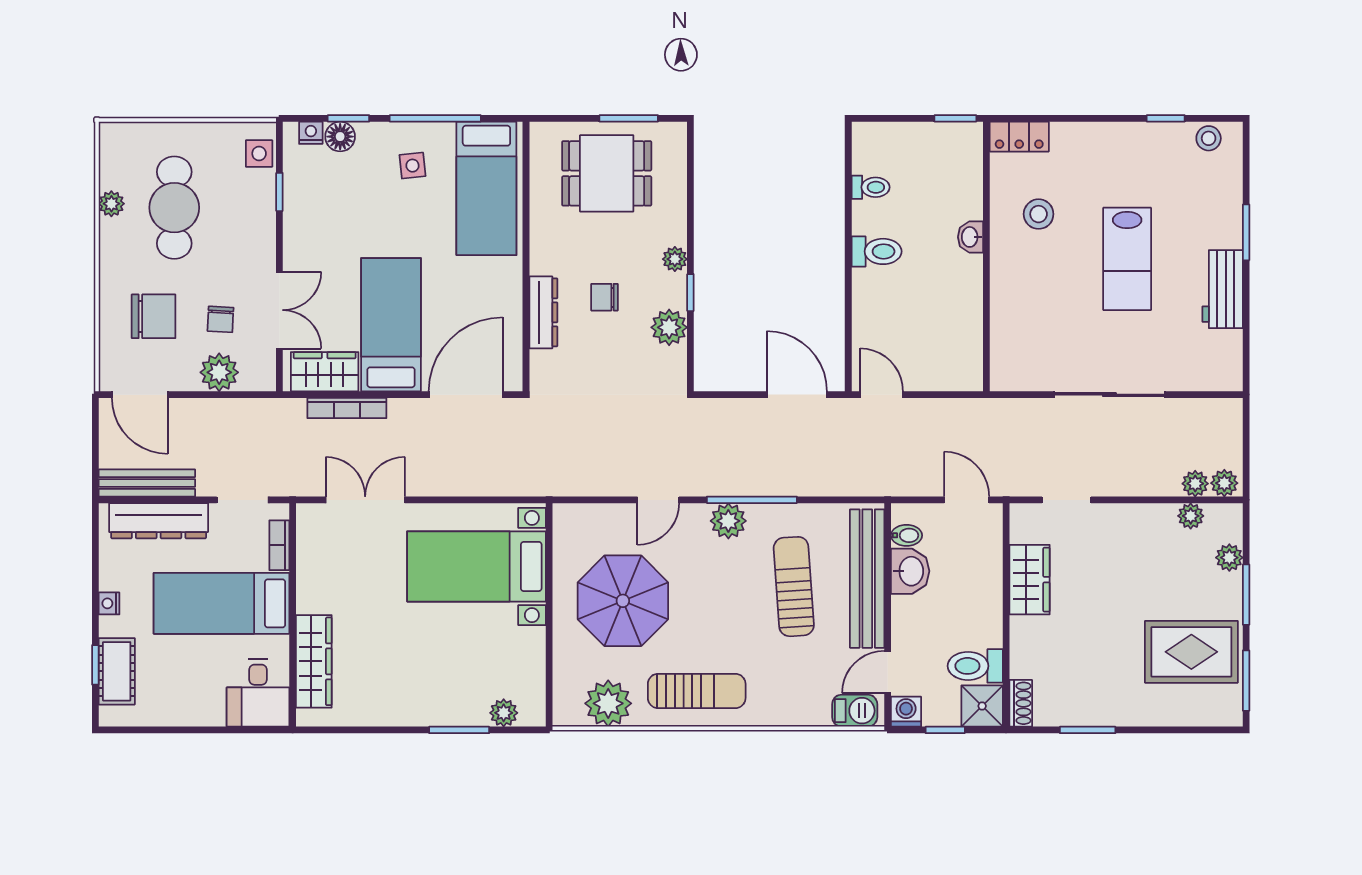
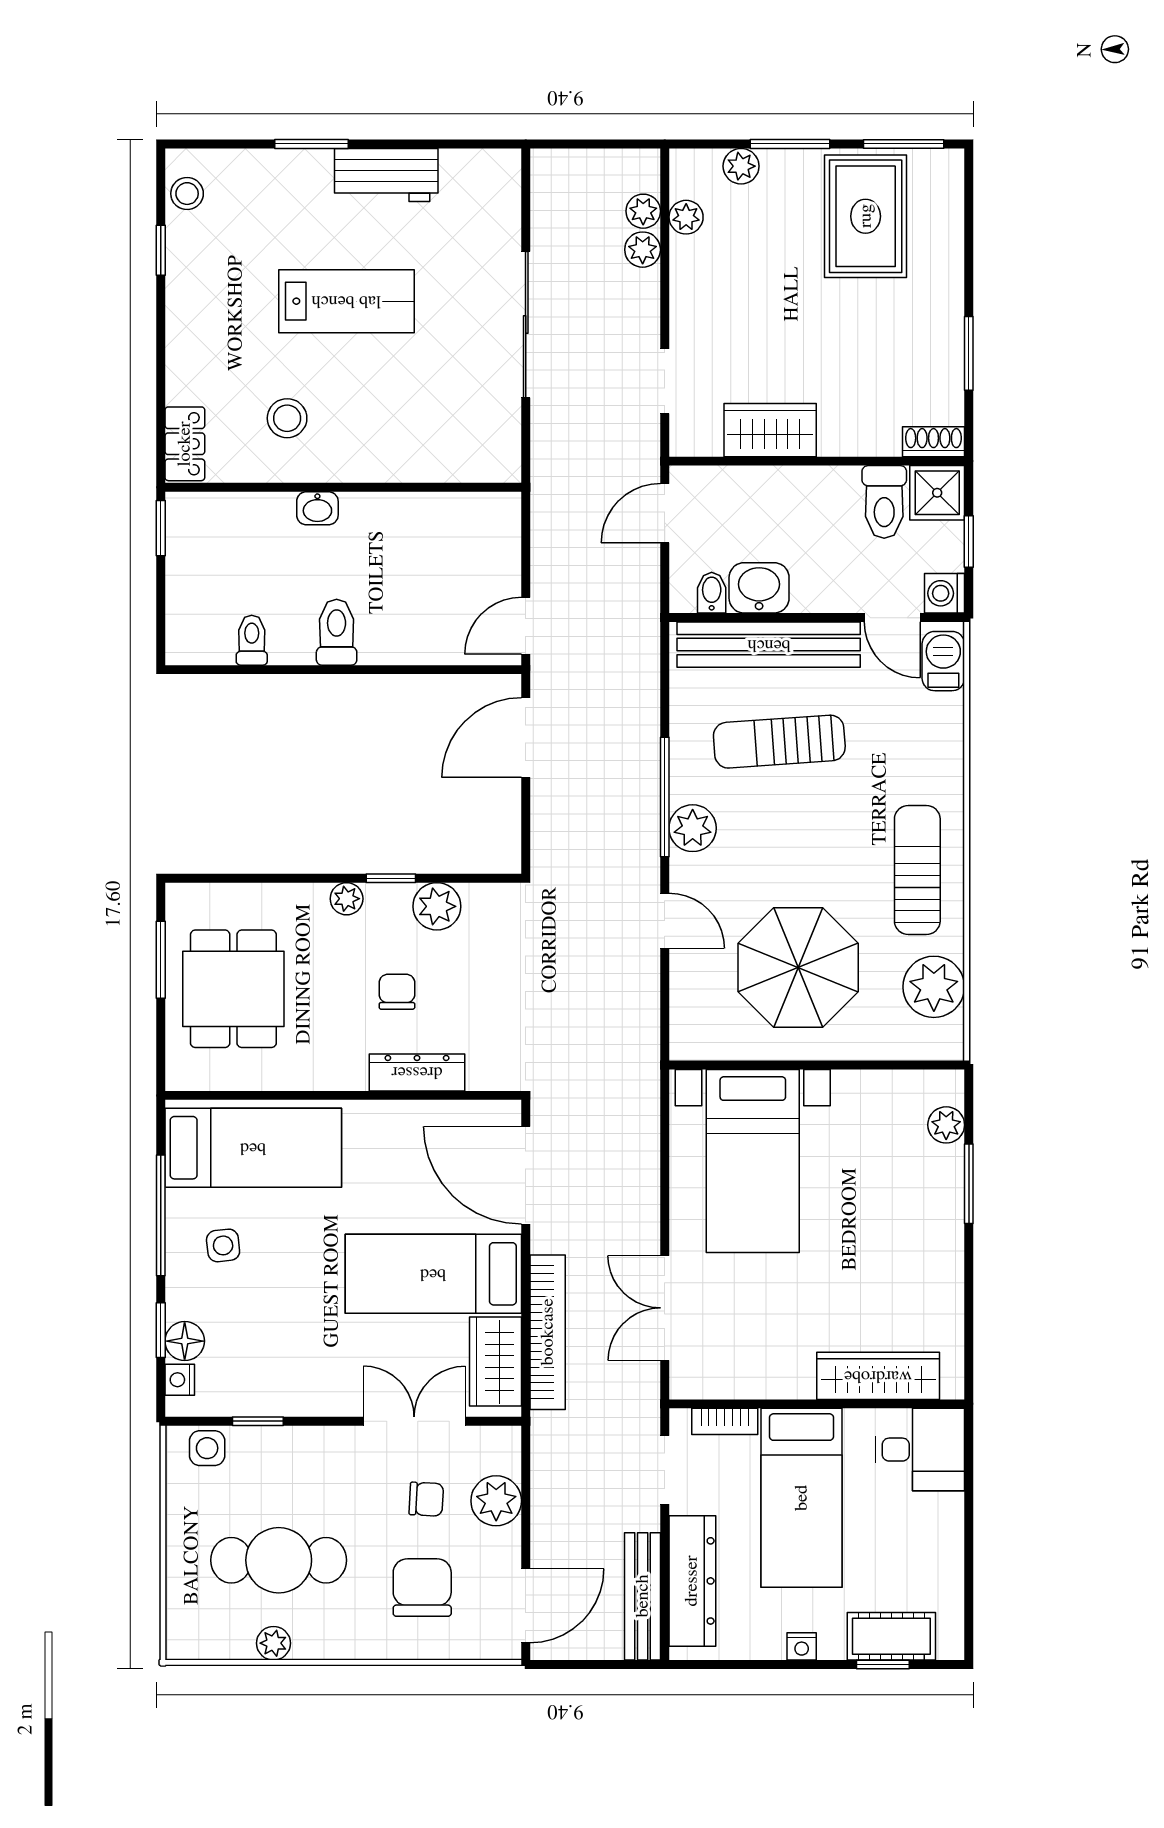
chair: (604, 297) -> (397, 992), turned 180
bookcase: (347, 408) -> (548, 1332), width x1.48, depth x1.31
plant: (1224, 483) -> (643, 250), moved

